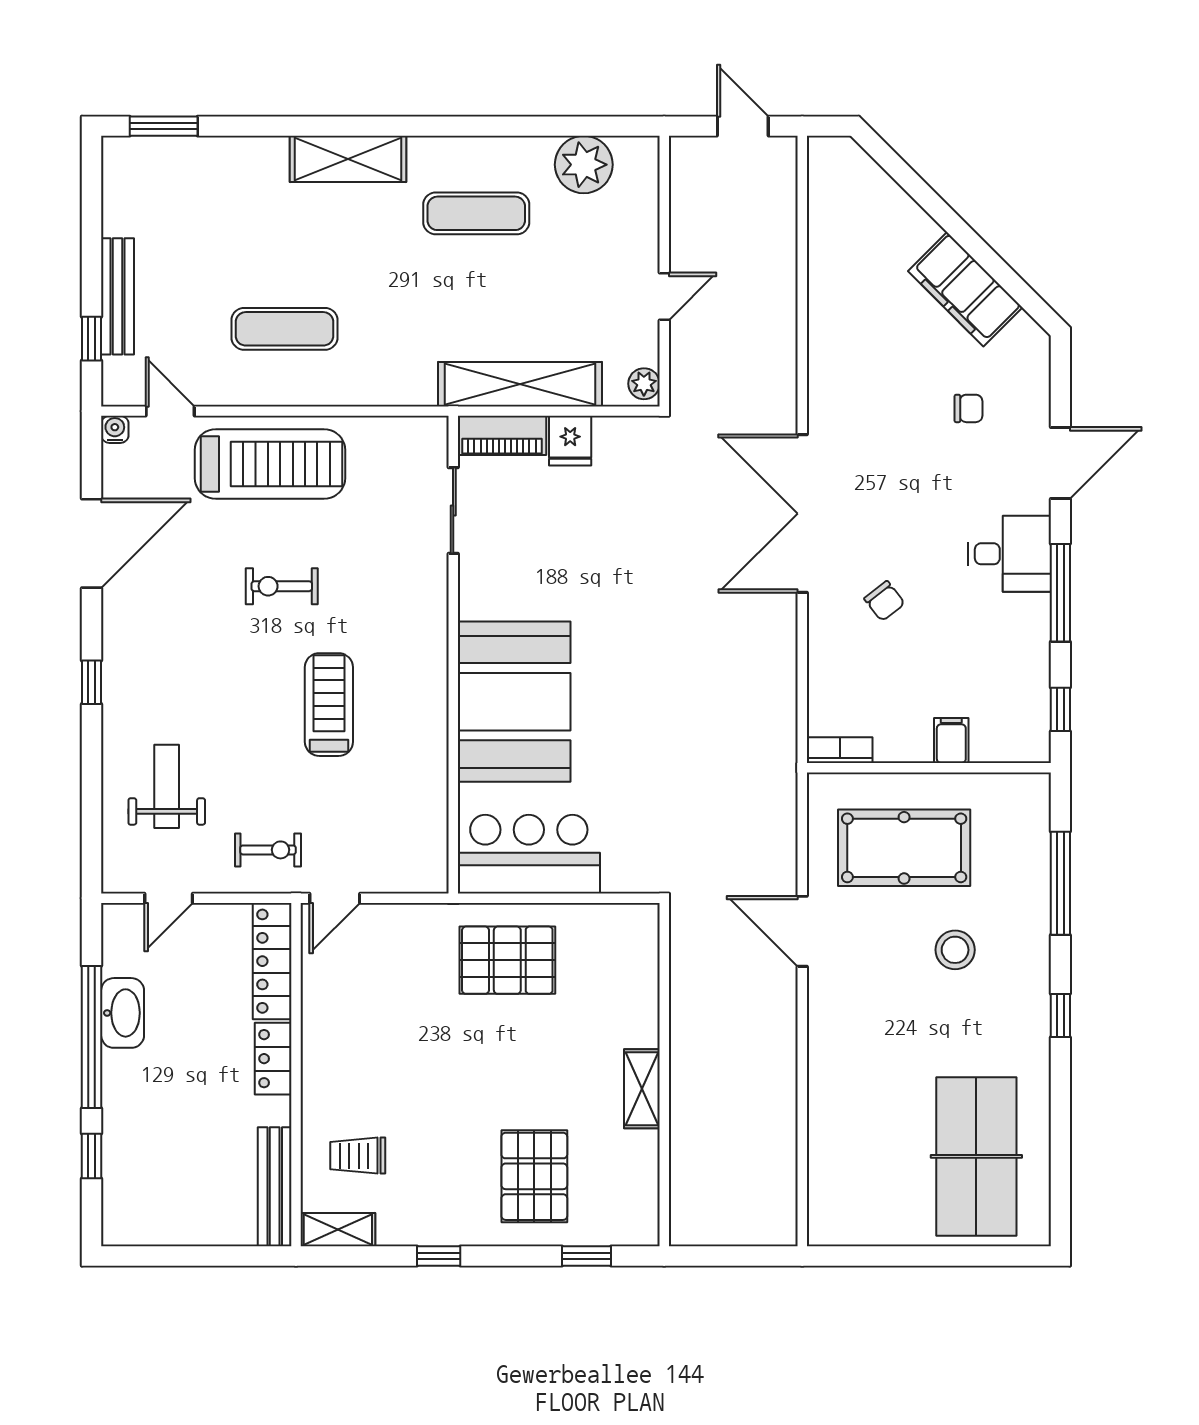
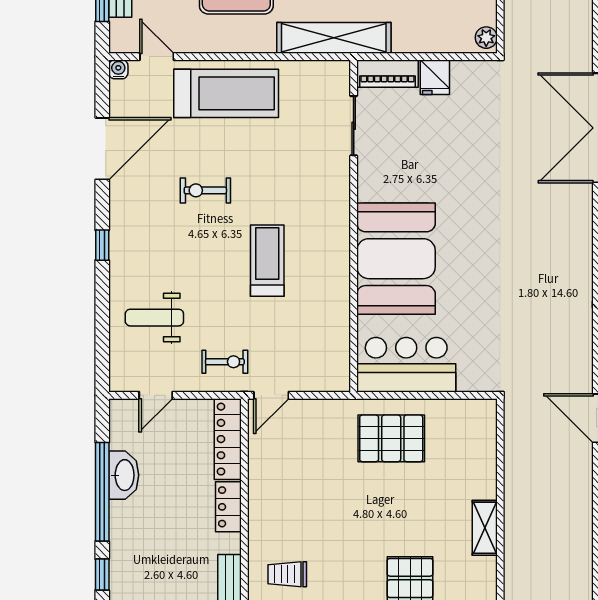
shelving: (520, 384) -> (334, 38), moved
exercise bike: (282, 586) -> (205, 190), moved
weight bench: (167, 786) -> (154, 318), turned -90

